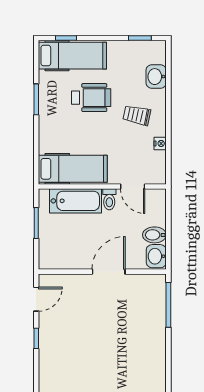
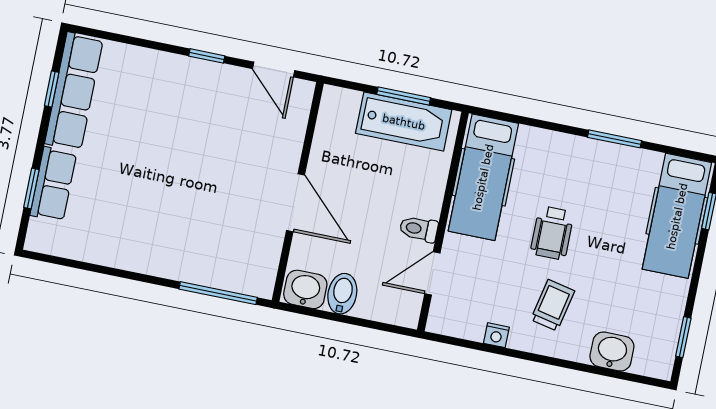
wheelchair: (91, 98) -> (552, 233), moved, width x0.73, depth x0.73
bathtub: (76, 201) -> (404, 122), moved, turned -90

